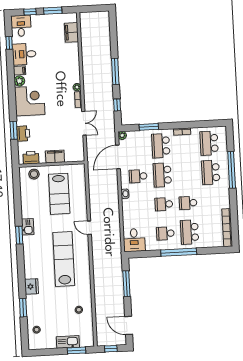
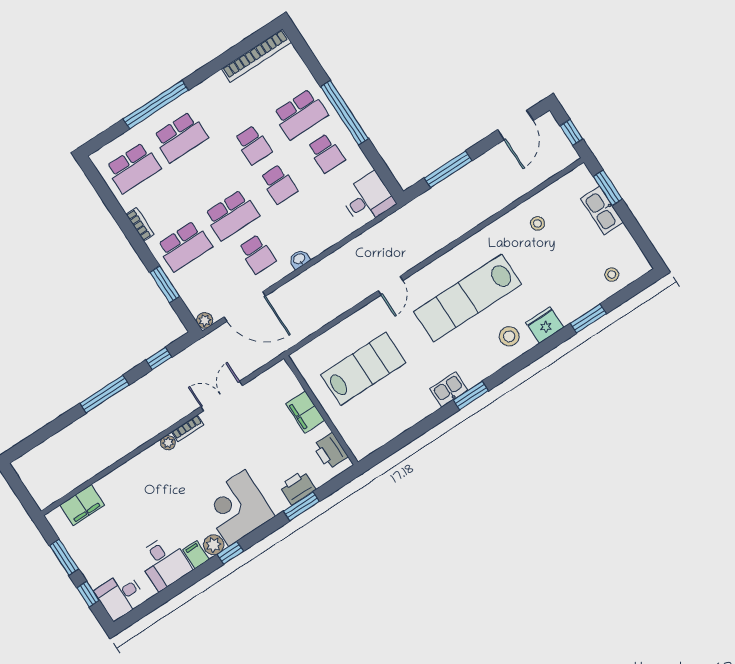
window: (9, 43) -> (230, 553), moved
stool: (34, 174) -> (509, 336), moved

